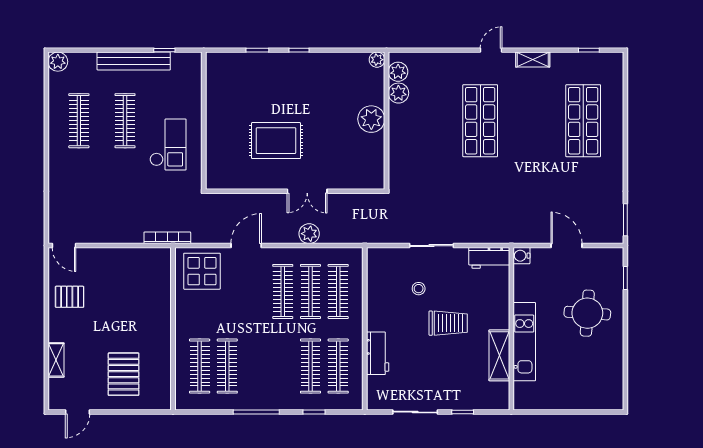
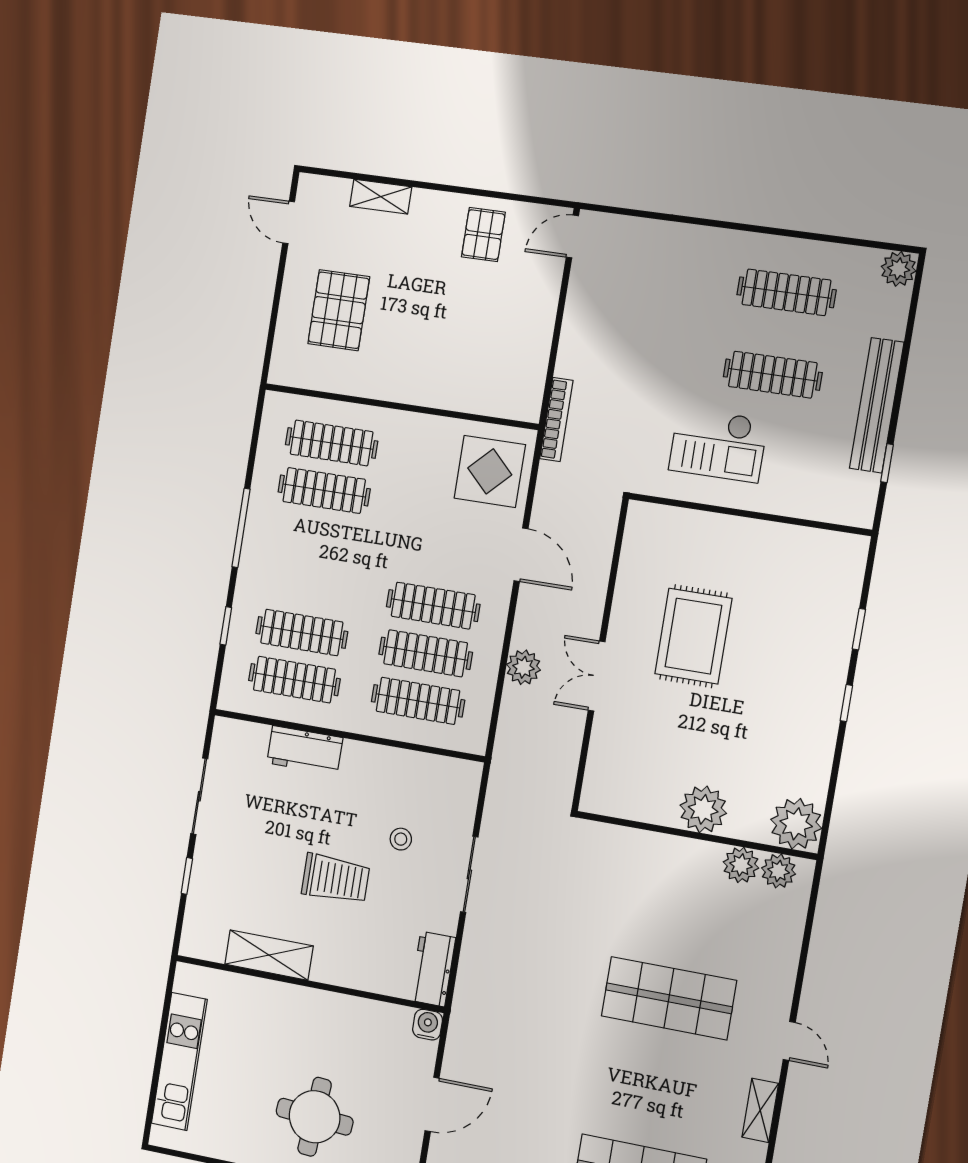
plant: (377, 60) -> (796, 824), width x1.88, depth x1.88
trolley: (448, 323) -> (335, 879), turned -90
kitchen unit: (524, 342) -> (179, 1061), moved, turned -90
pallet: (124, 374) -> (339, 310), turned 90

